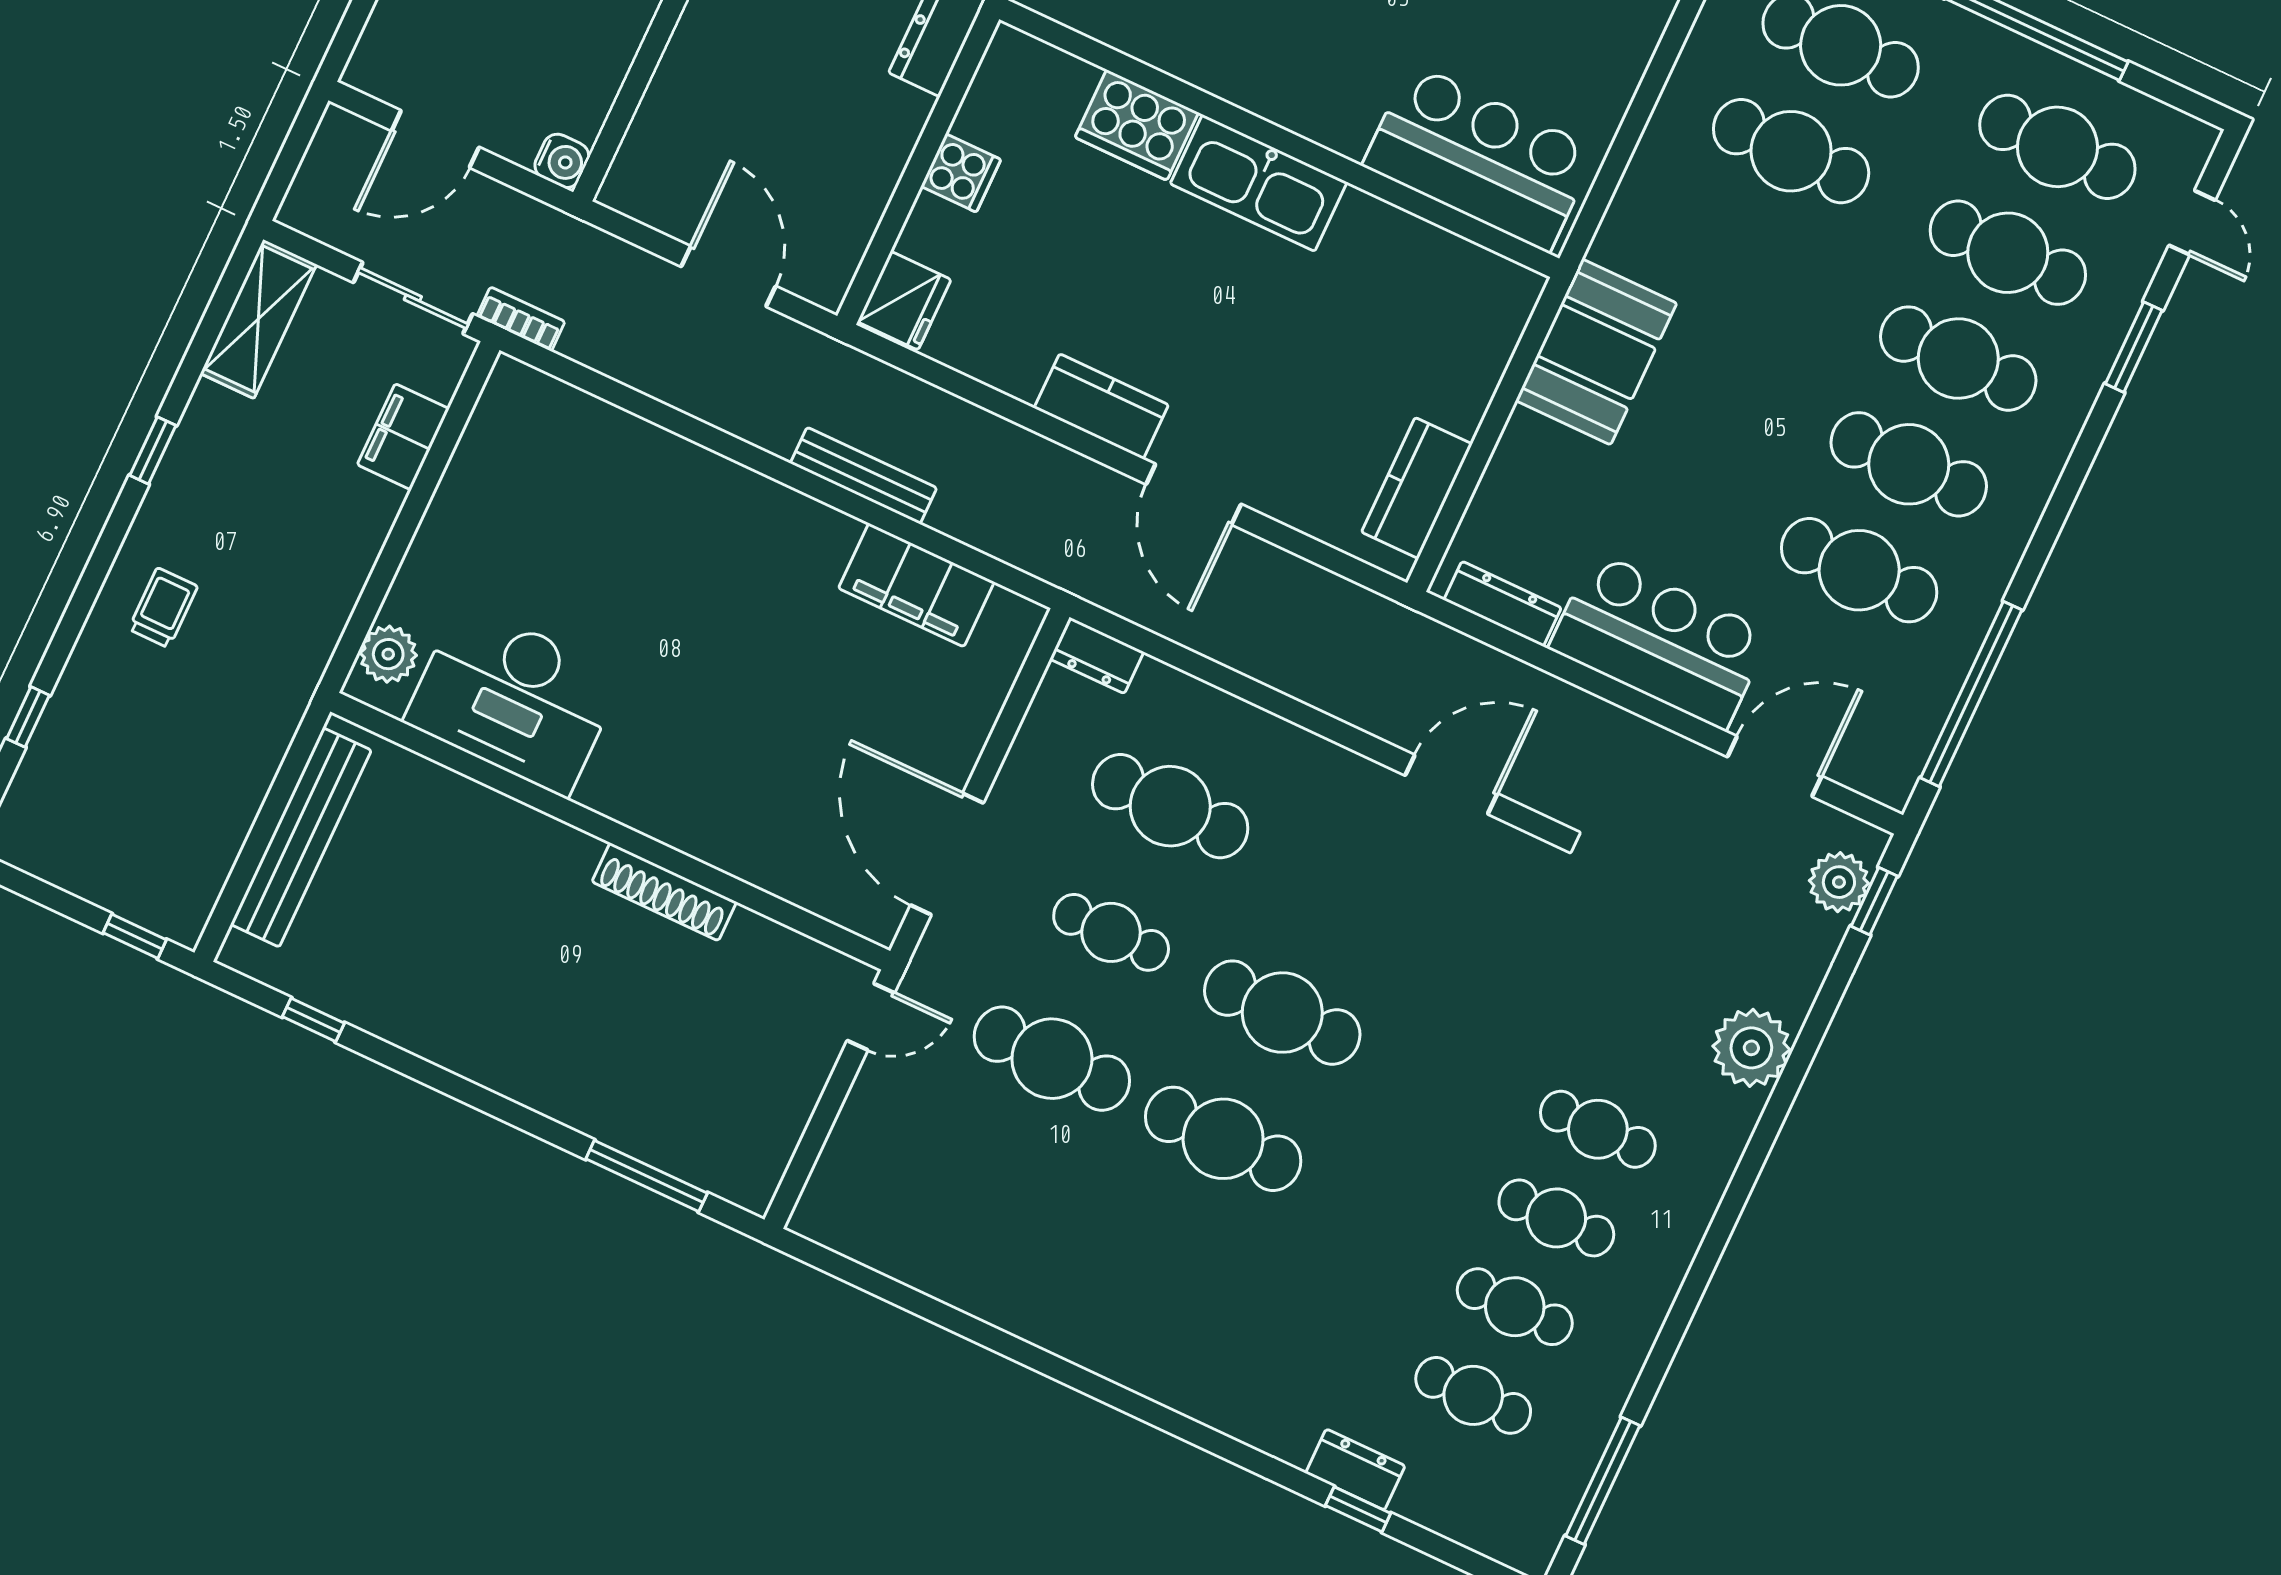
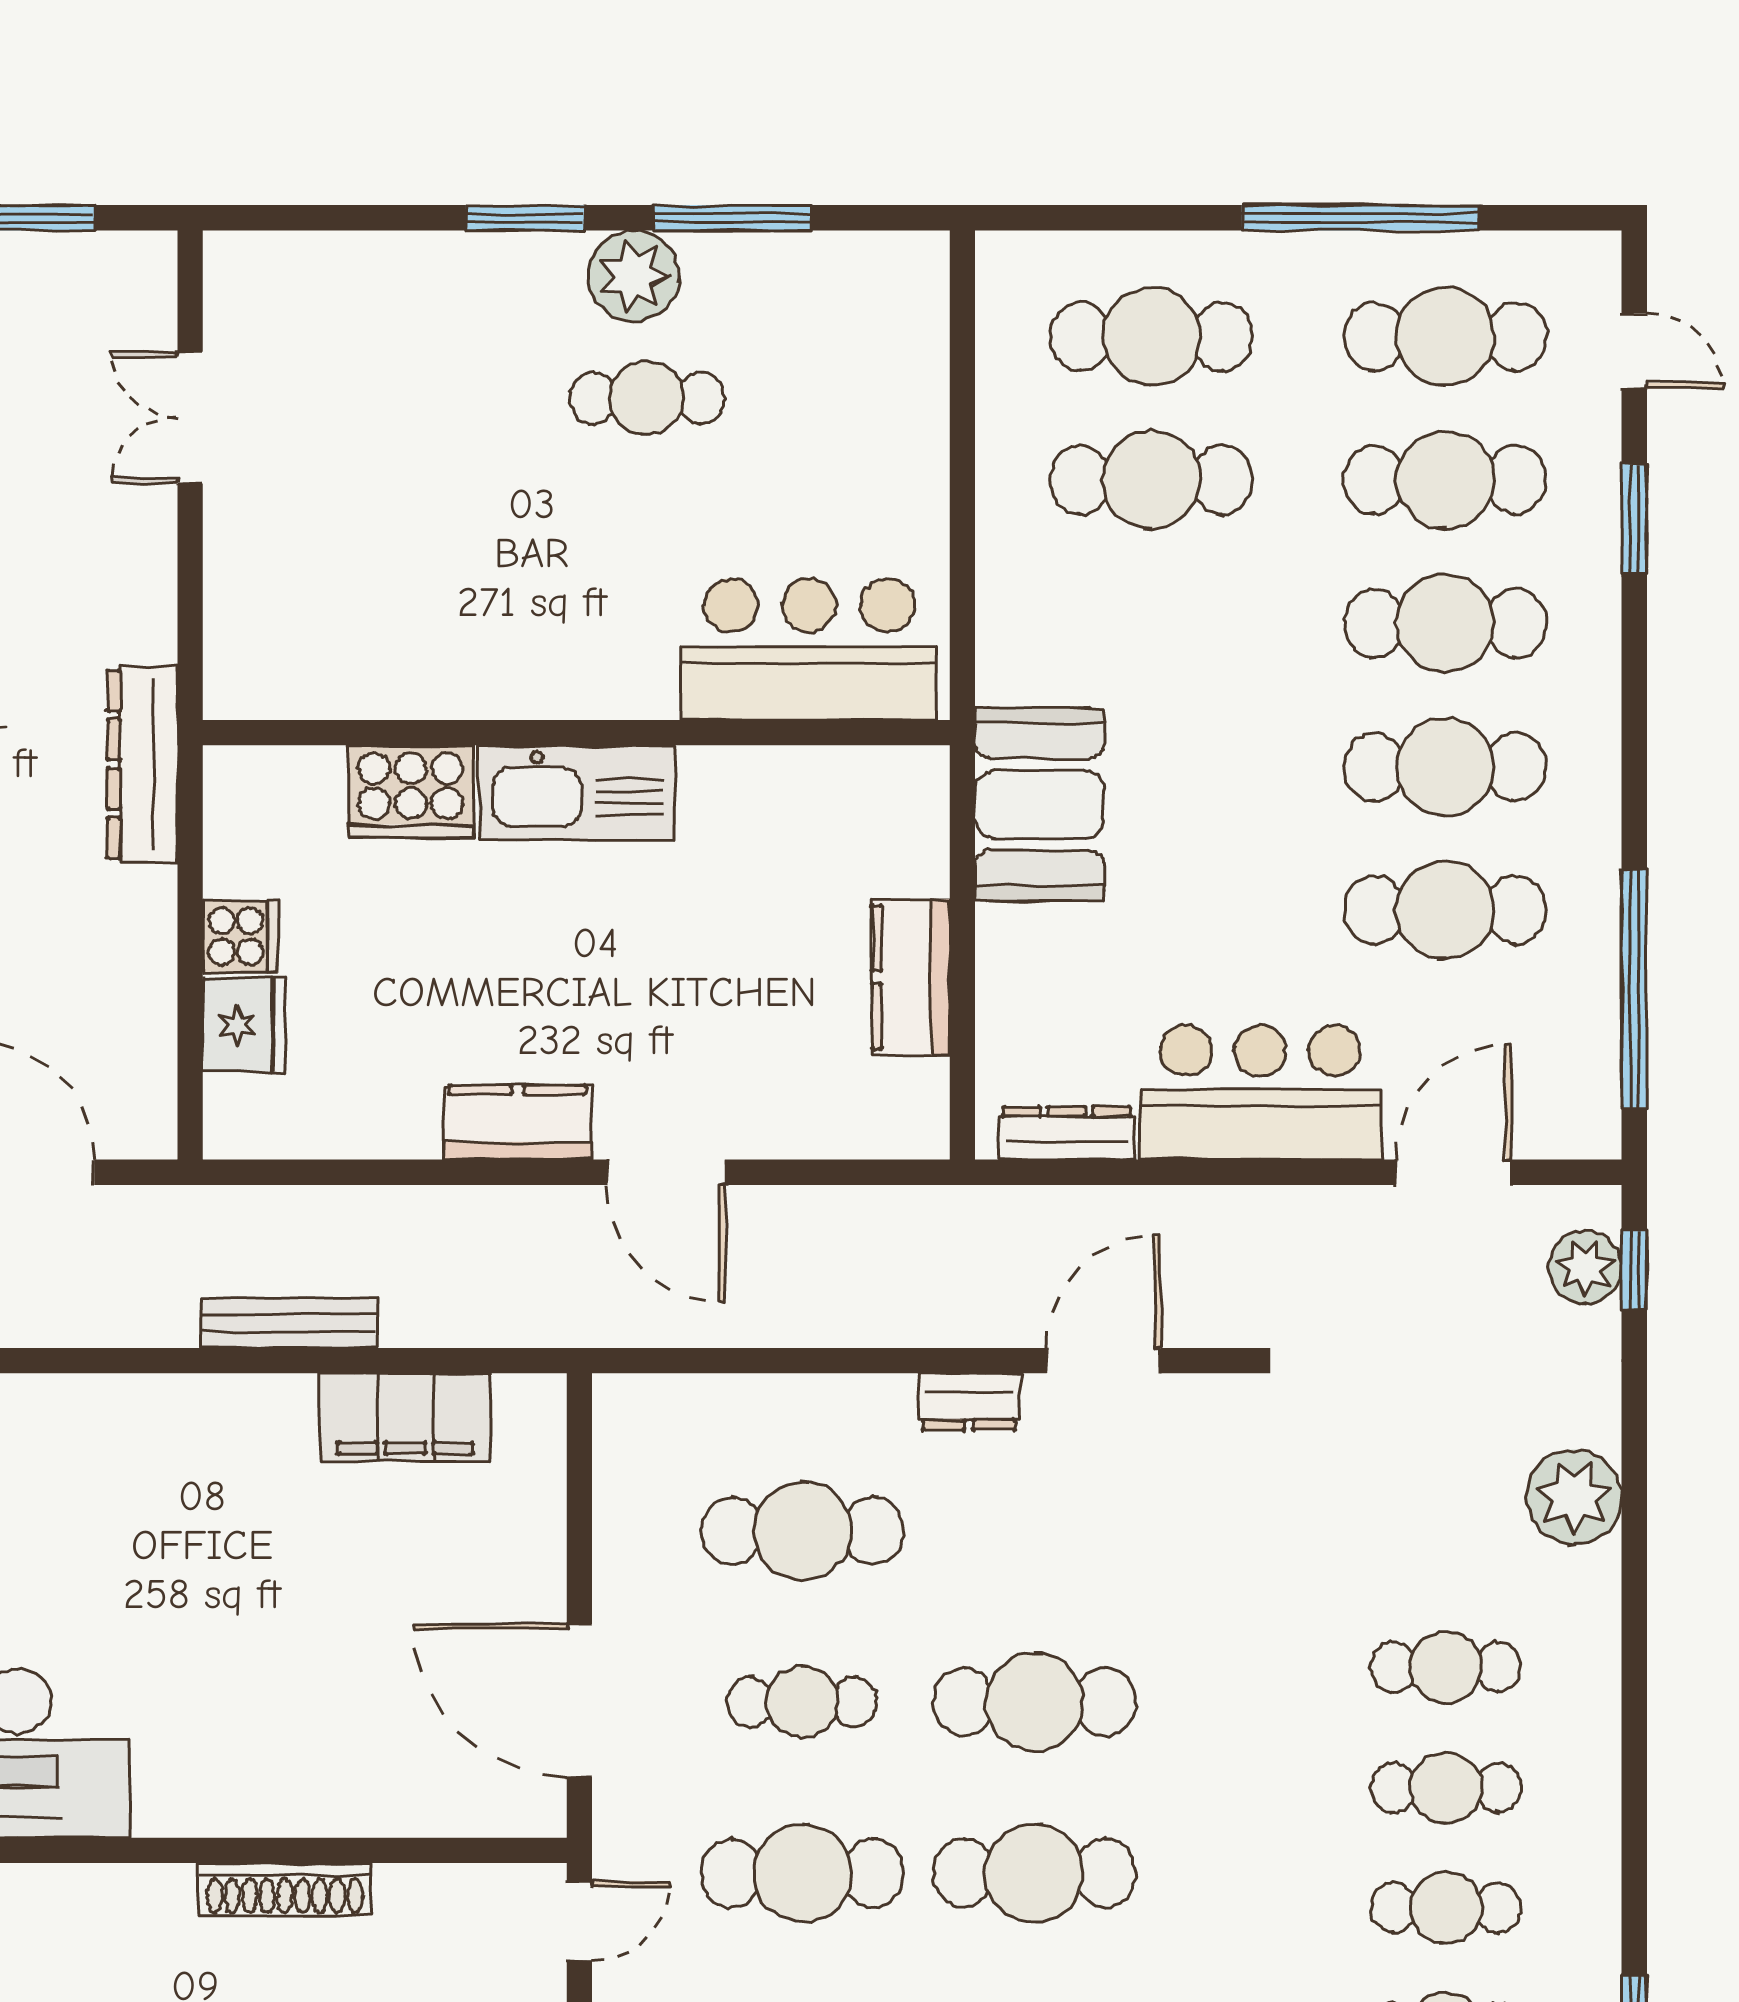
fridge: (904, 301) -> (244, 1025), moved
kitchen counter: (1417, 488) -> (911, 977), moved
dresser: (1097, 655) -> (969, 1402), moved

